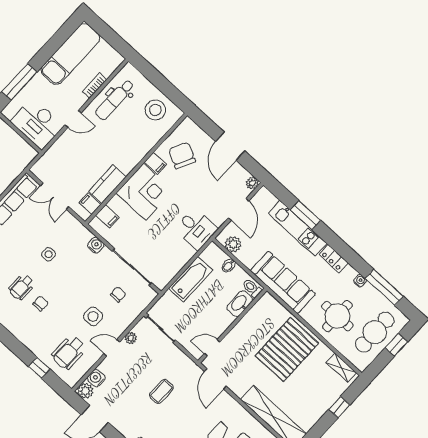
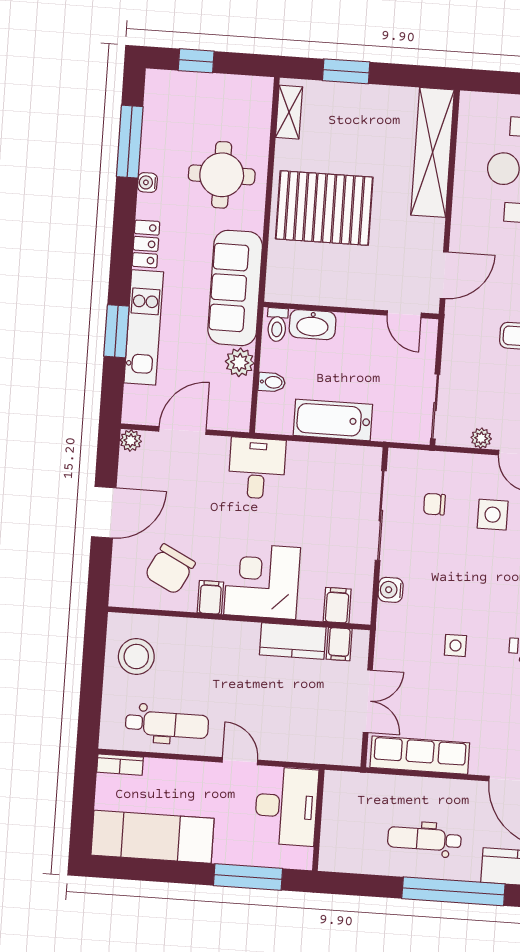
bookcase: (95, 86) -> (120, 765), moved
plant: (233, 244) -> (240, 362), moved
cafe table: (375, 332) -> (203, 105), removed
window: (339, 407) -> (346, 71), width x1.50

